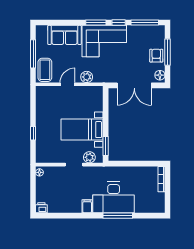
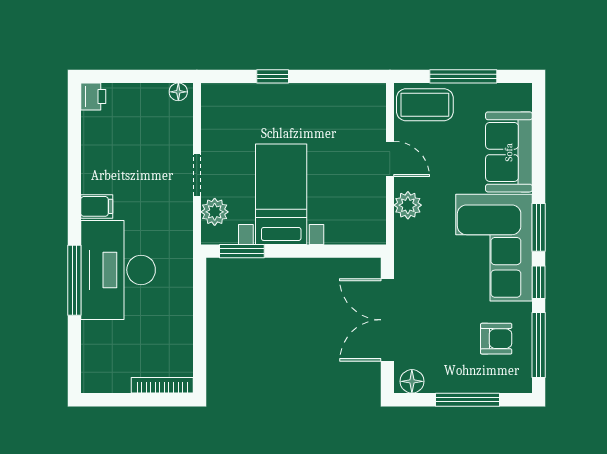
armchair: (156, 56) -> (496, 339), moved

